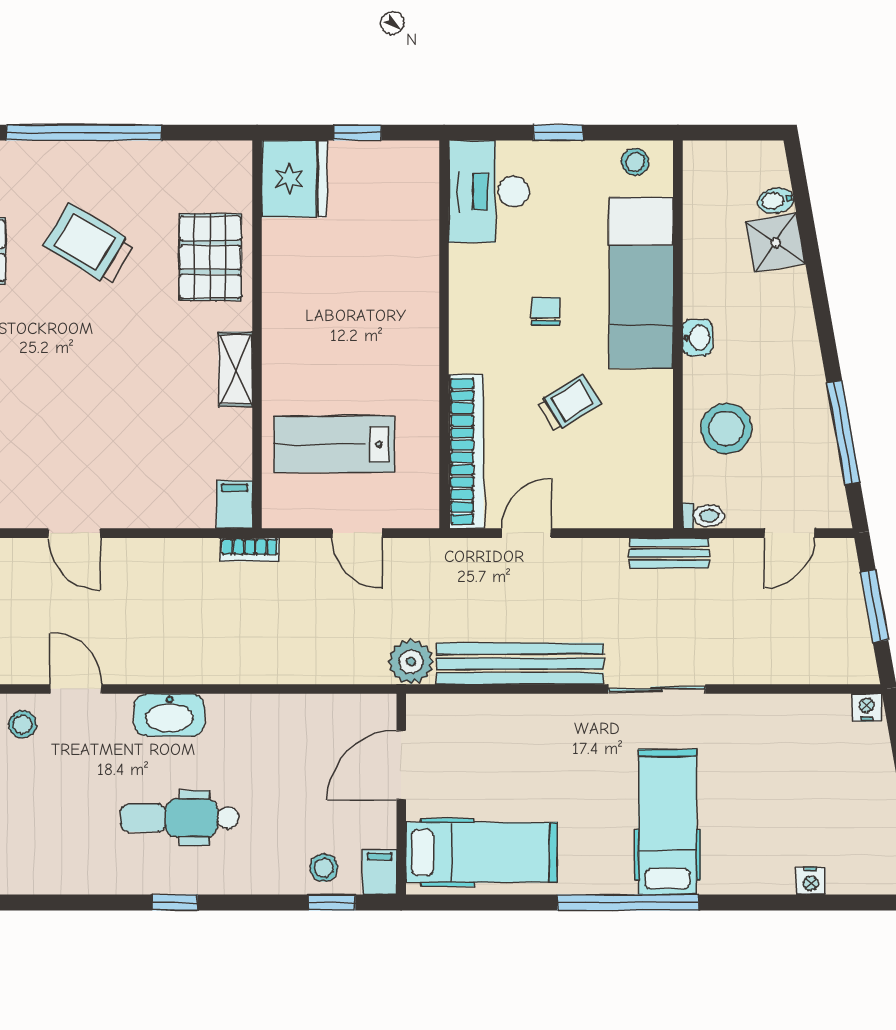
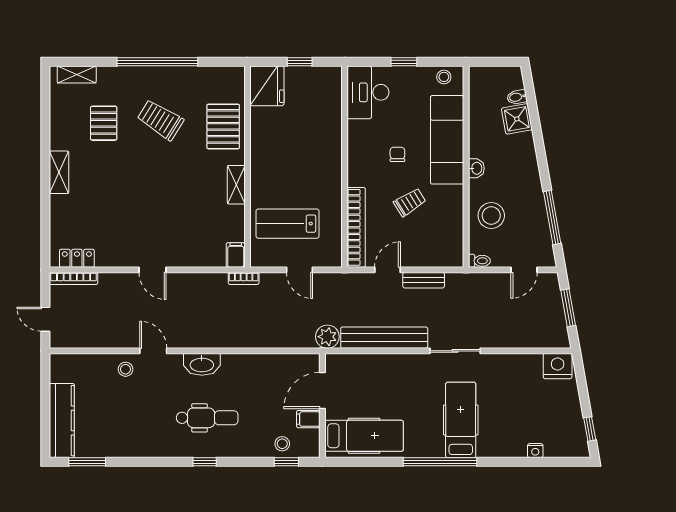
bench: (669, 553) -> (424, 280), moved
nightstand: (867, 707) -> (558, 366), width x1.89, depth x1.79
dental chair: (180, 818) -> (207, 418), turned 180
filing cabinet: (380, 872) -> (308, 419), moved, turned -90

